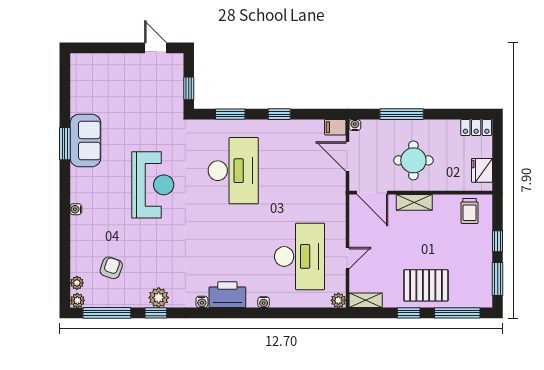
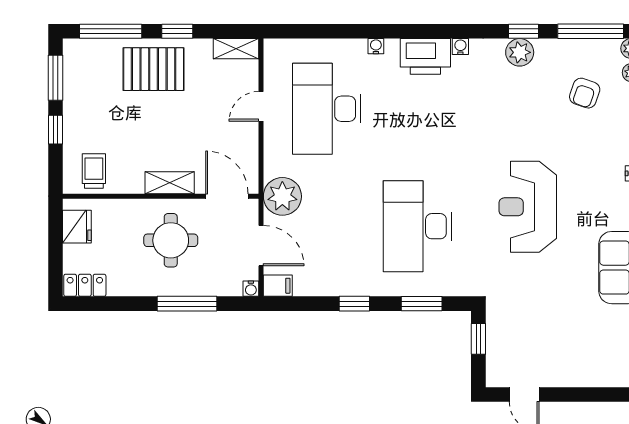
plant: (338, 300) -> (282, 196), moved, width x1.87, depth x1.87

